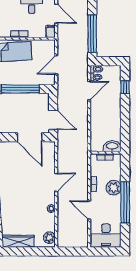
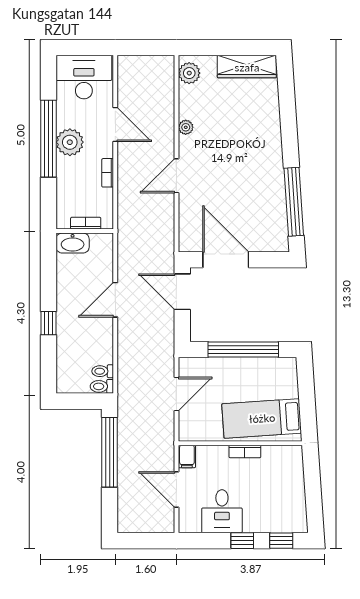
window: (125, 87) -> (48, 323), moved
door: (89, 91) -> (115, 300), moved
plant: (114, 188) -> (70, 142), moved

